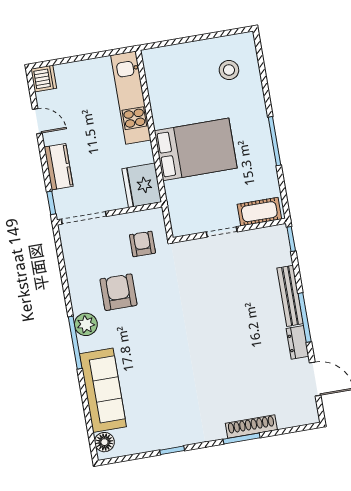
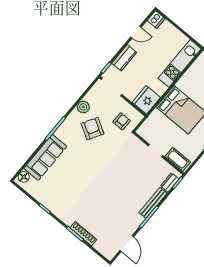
door: (37, 121) -> (136, 32), hinge flipped
armchair: (118, 292) -> (92, 129), turned -60
plant: (86, 324) -> (83, 107), moved
dresser: (298, 342) -> (170, 183), moved

